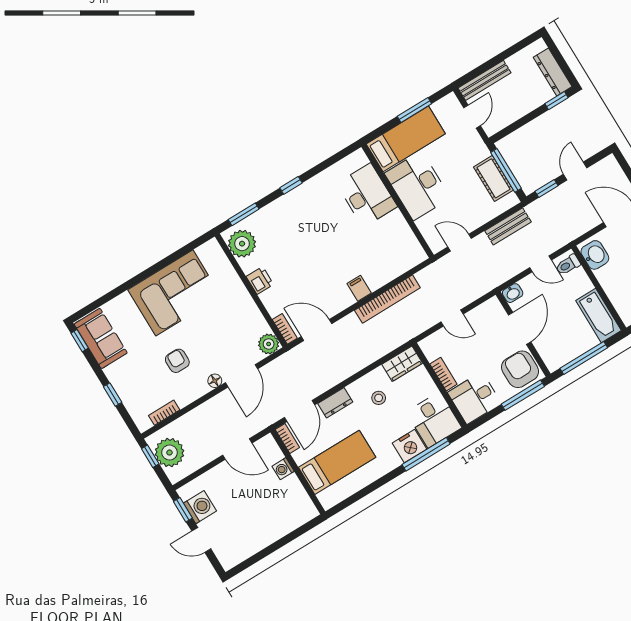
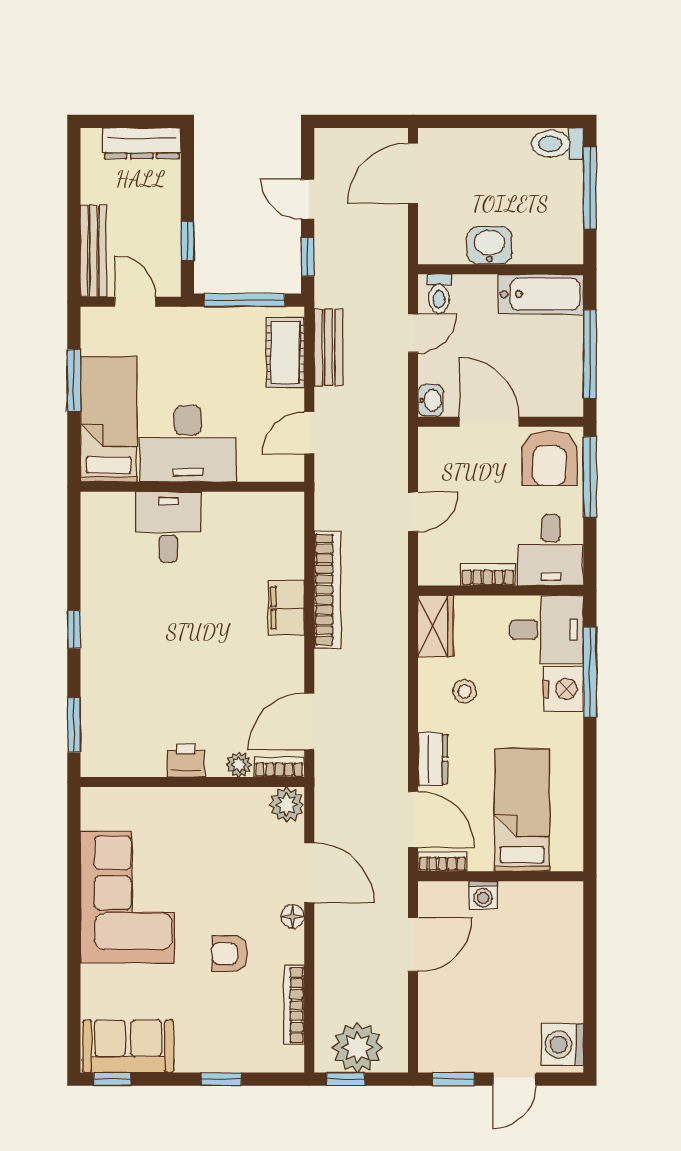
window: (557, 101) -> (187, 241), moved
cot: (493, 178) -> (285, 352), moved, turned 90
desk: (367, 195) -> (168, 527), width x0.73
plant: (242, 244) -> (239, 765), moved, width x0.53, depth x0.53
washbasin: (595, 255) -> (489, 245), moved
filing cabinet: (359, 288) -> (286, 608), width x2.00
armchair: (520, 369) -> (549, 458), turned -90
bookcase: (164, 413) -> (294, 1005), width x1.56
washing machine: (200, 507) -> (563, 1045), moved, turned -90

